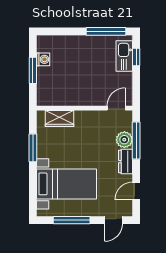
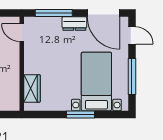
plant: (124, 140) -> (53, 25), removed
window: (33, 148) -> (81, 115), moved
door: (136, 191) -> (103, 13), width x1.87

